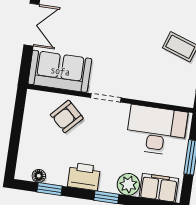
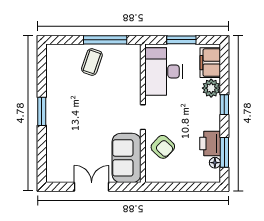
printer: (84, 177) -> (210, 143), moved
window: (50, 189) -> (224, 152), width x1.50

